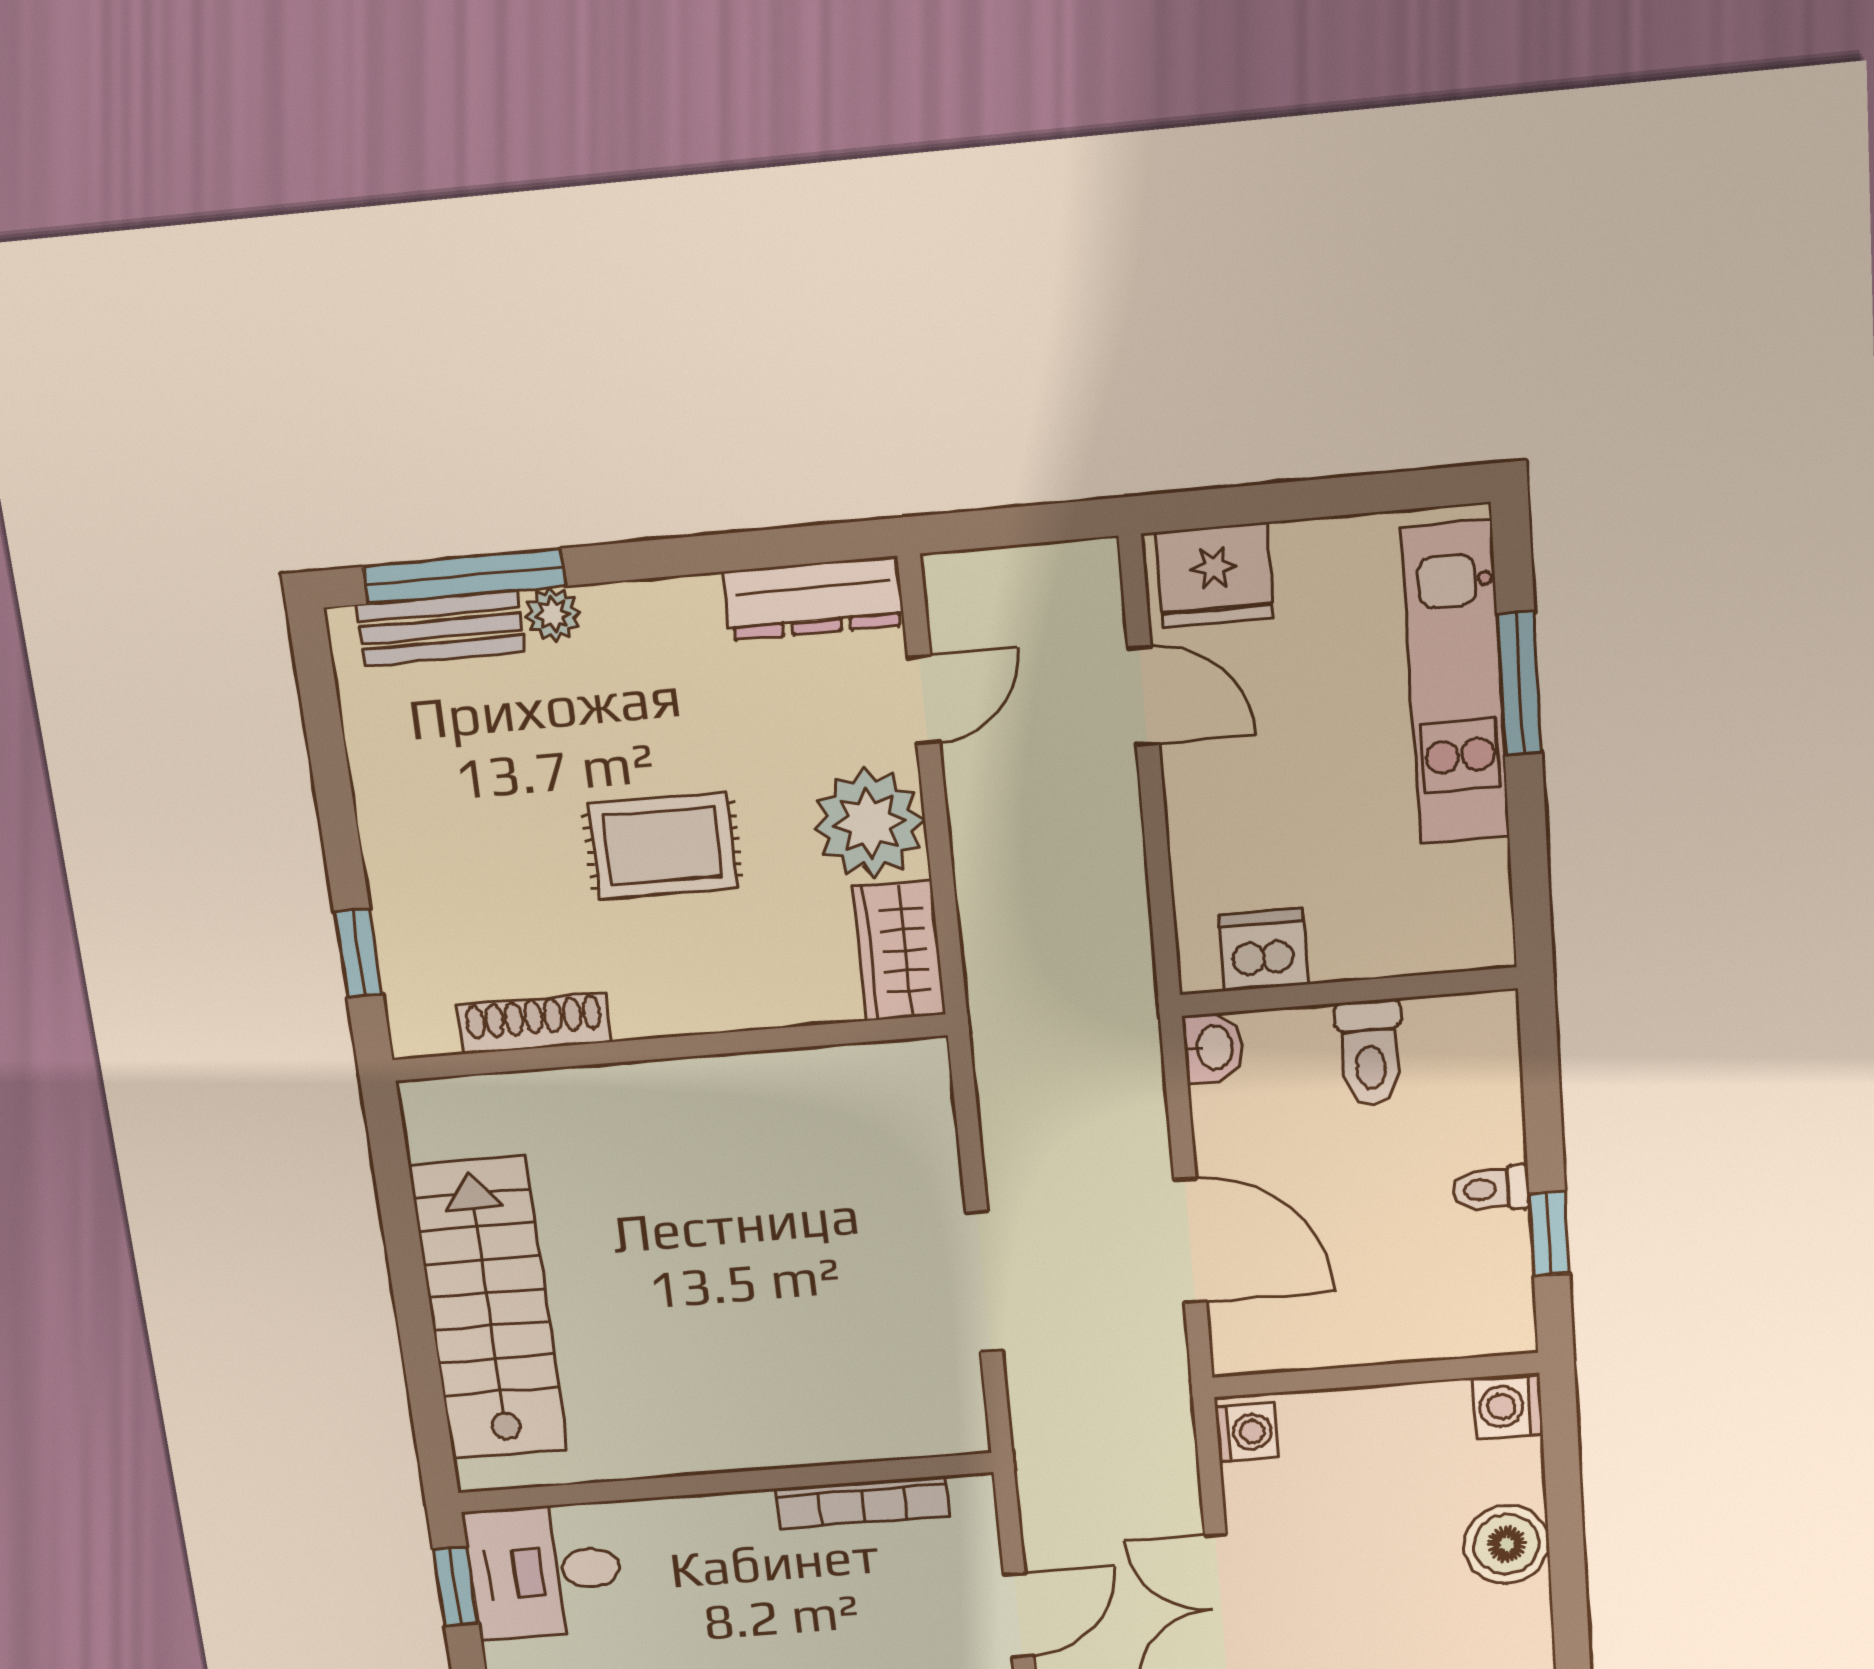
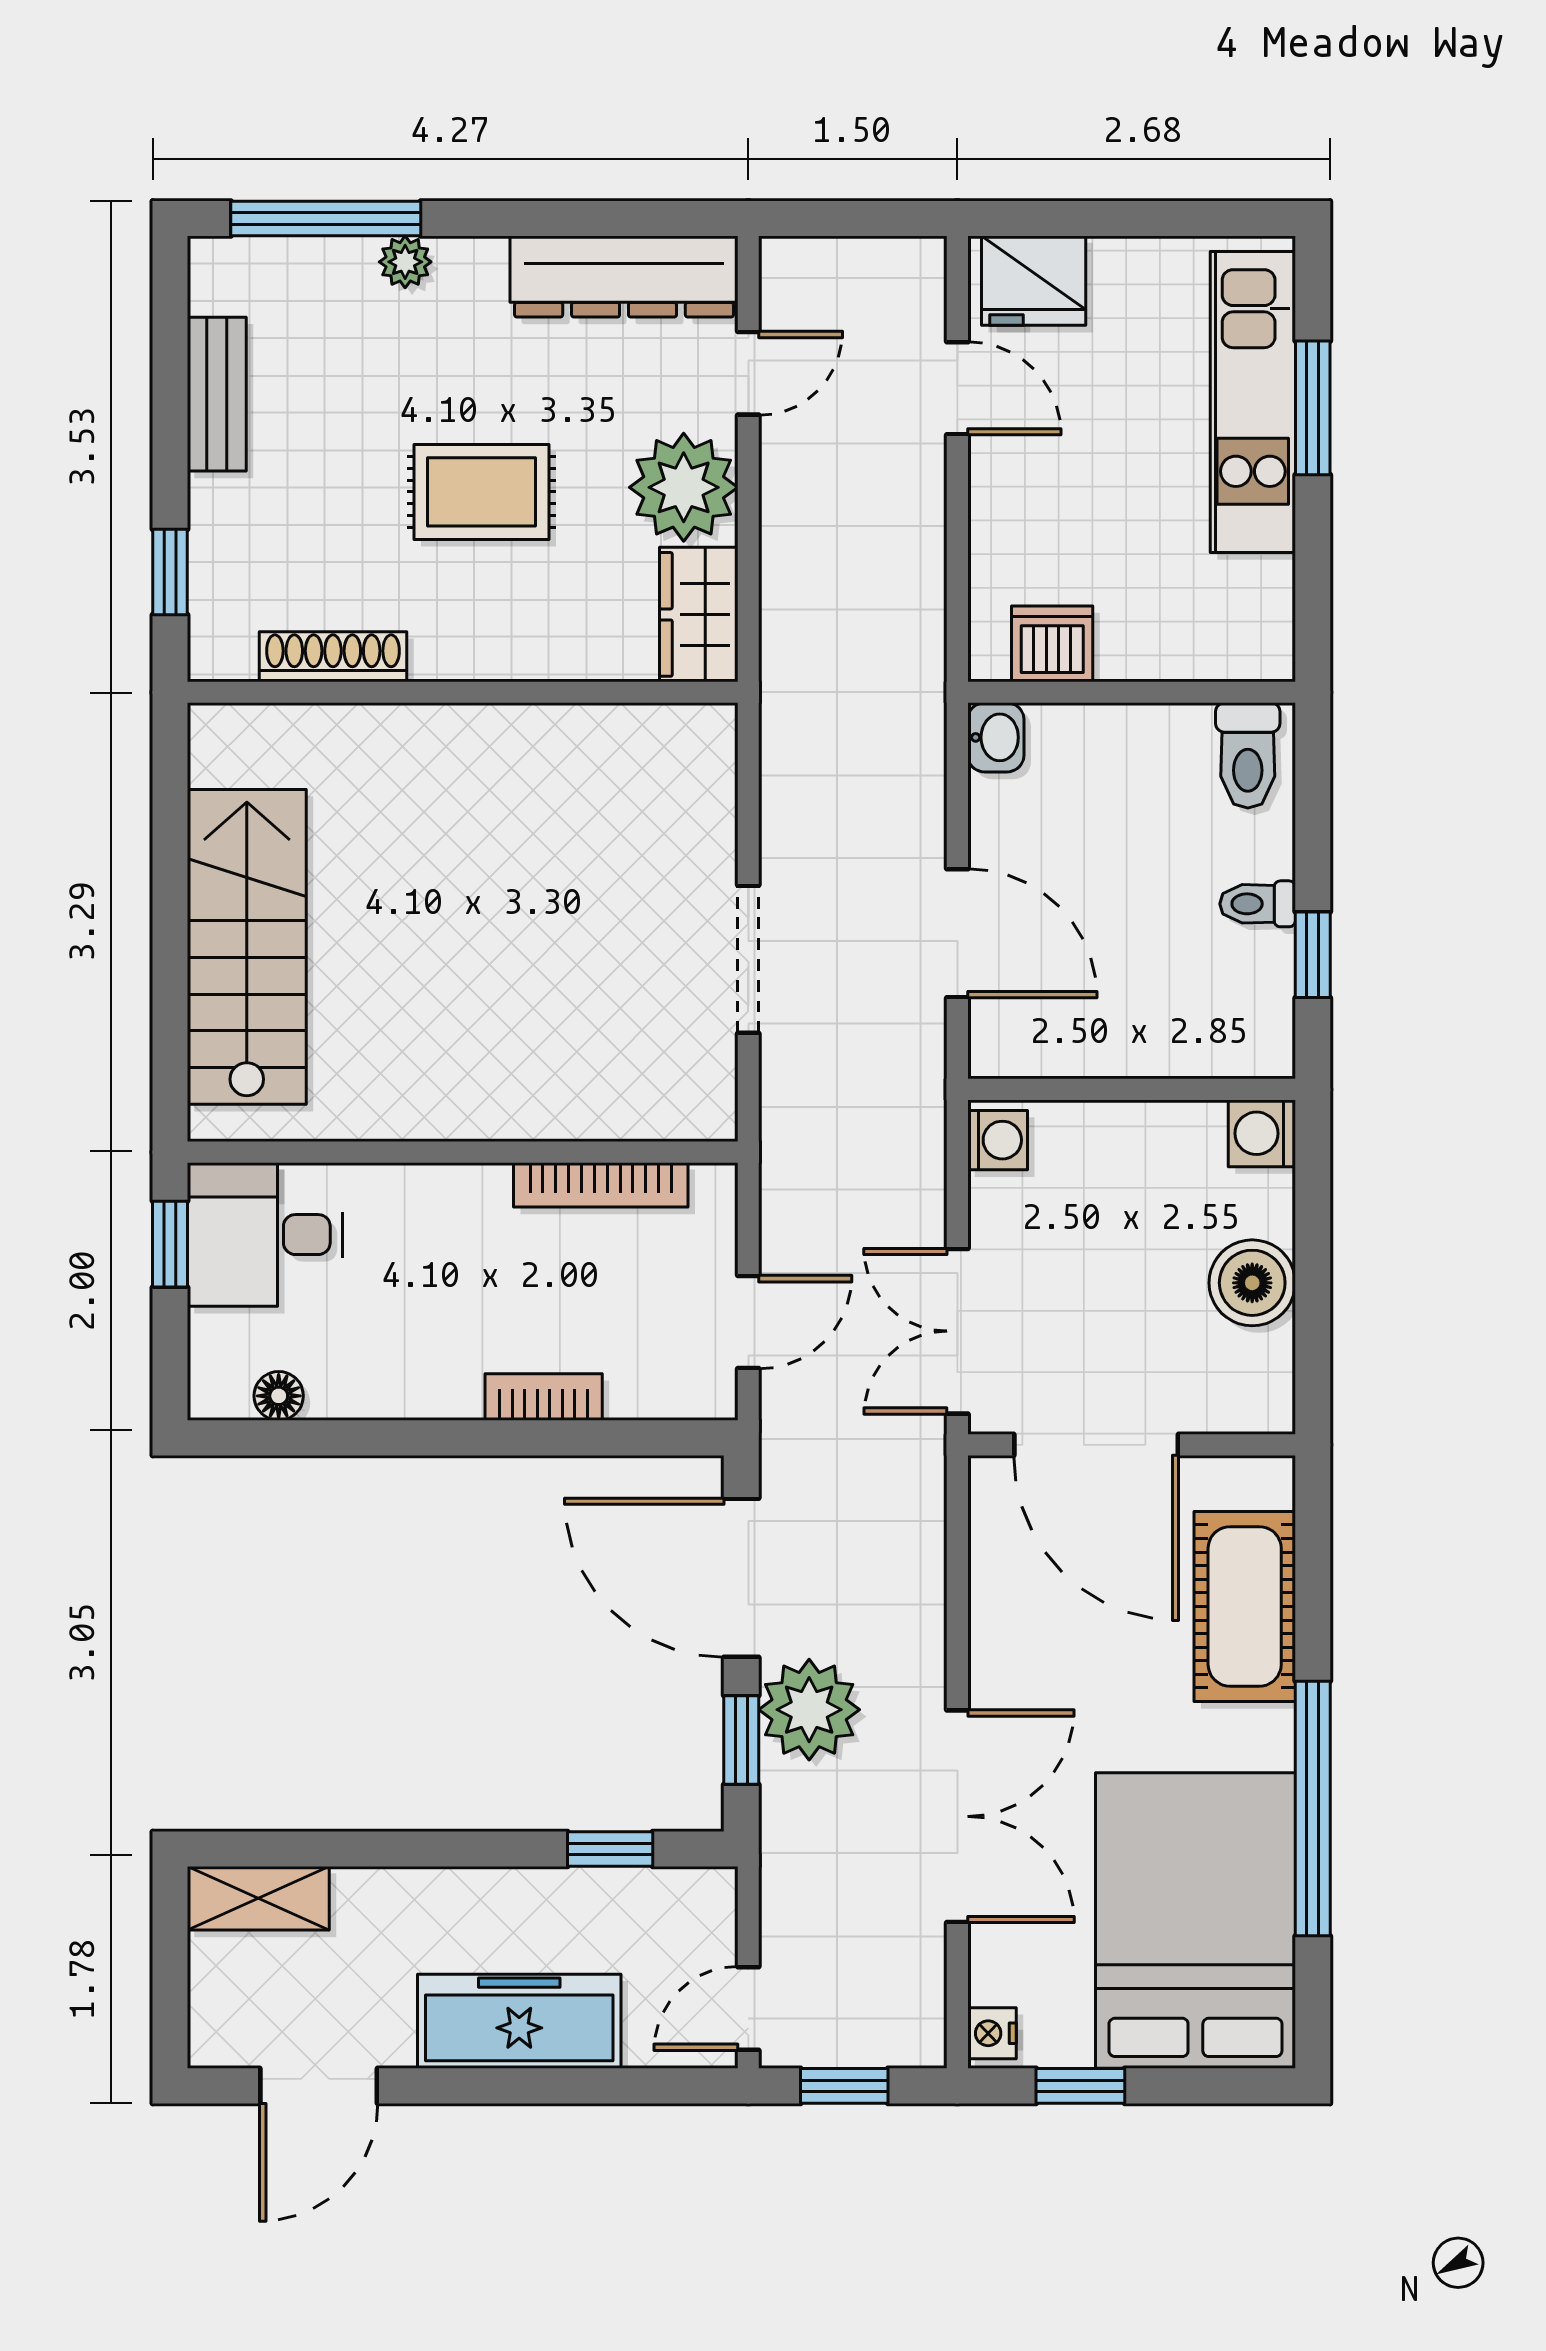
dresser: (814, 598) -> (624, 276), width x1.37, depth x1.24
bench: (441, 628) -> (217, 394), moved, turned 90
toilet: (1370, 1053) -> (1248, 755), moved

